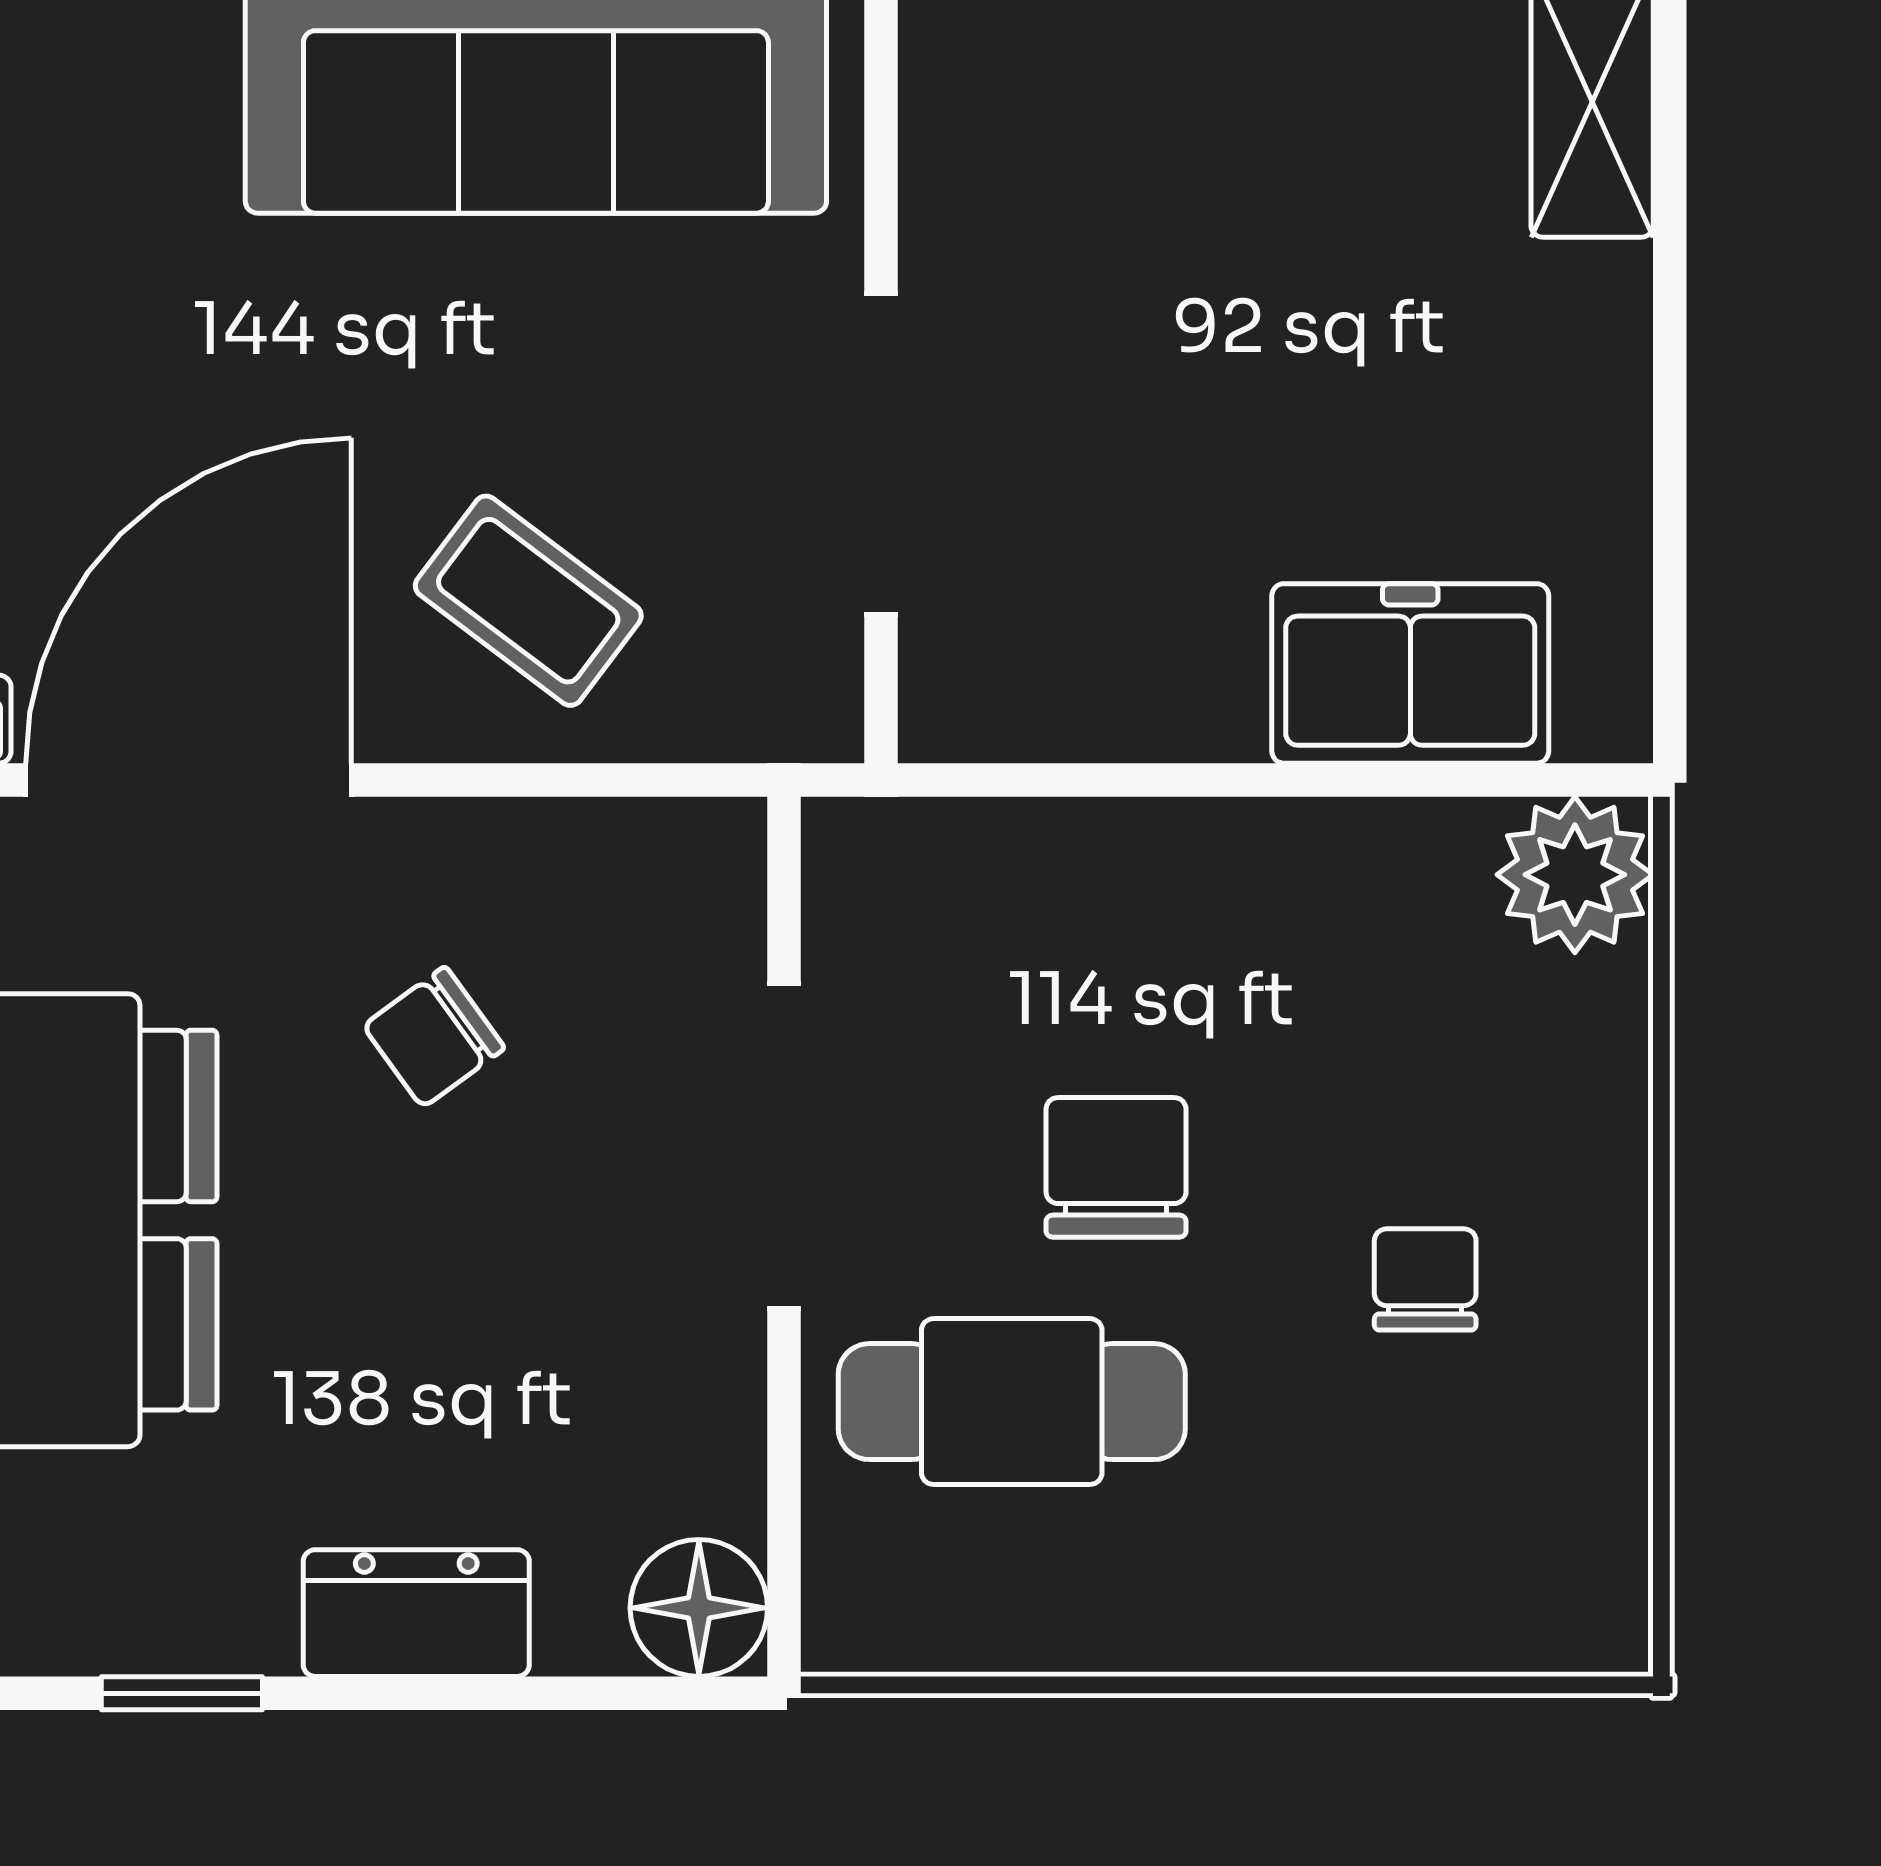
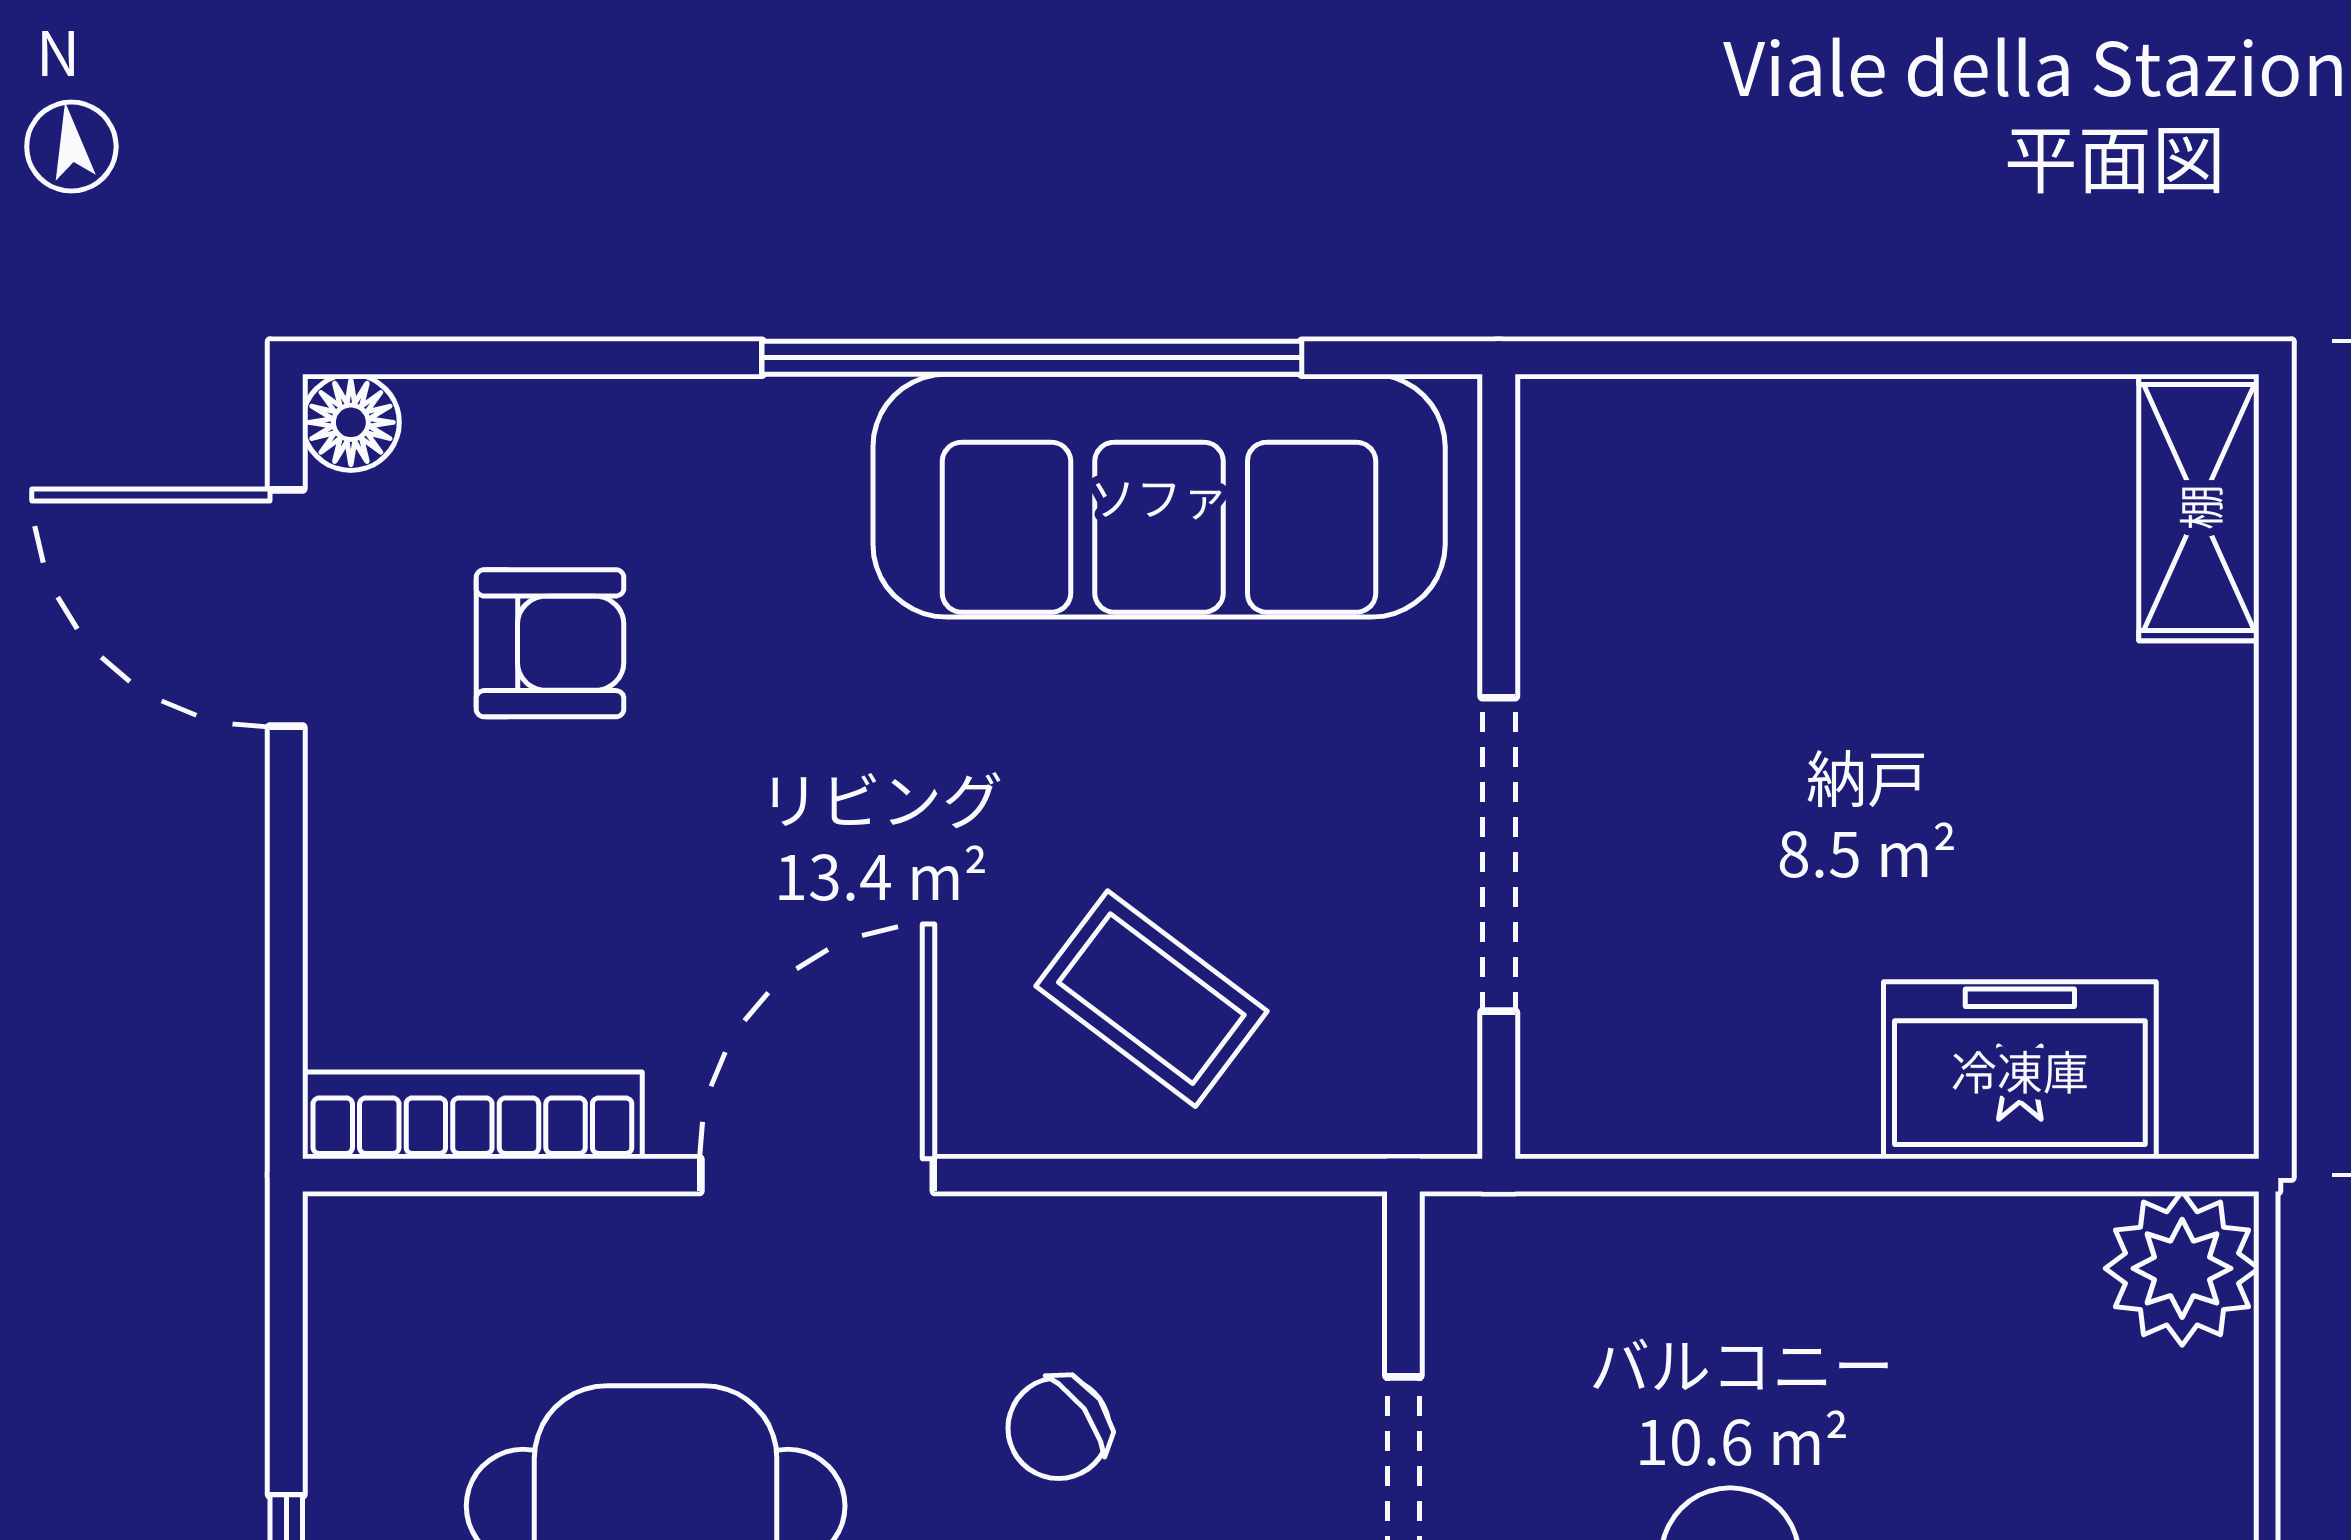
door: (189, 780) -> (817, 1175), width x0.73

